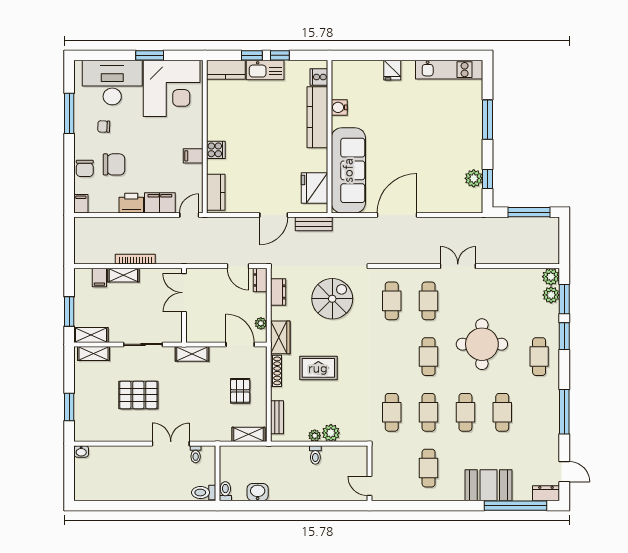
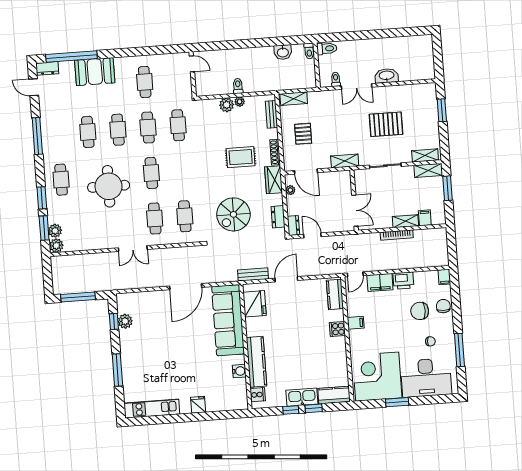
washbasin: (81, 451) -> (387, 76), moved, width x1.91, depth x1.45

